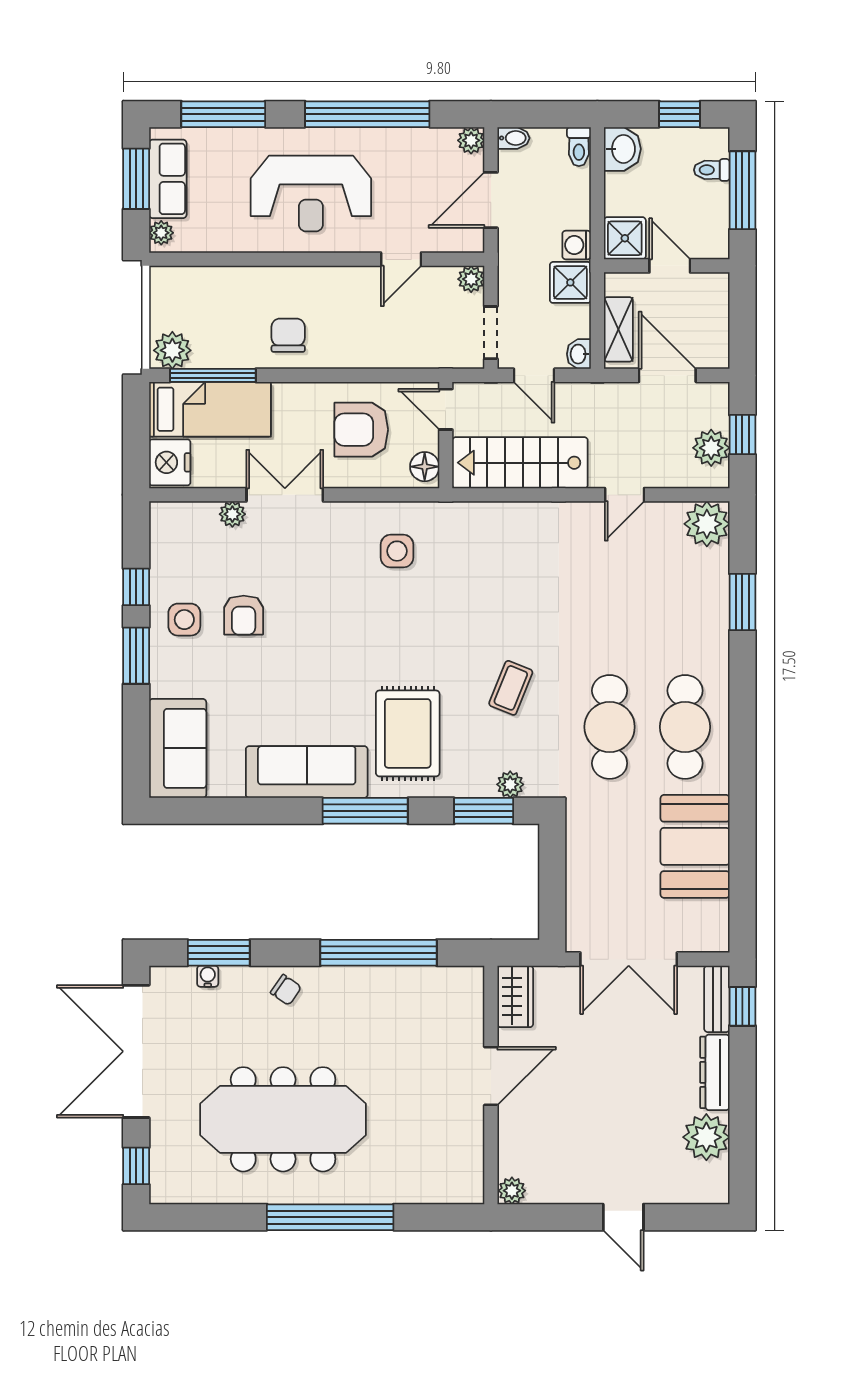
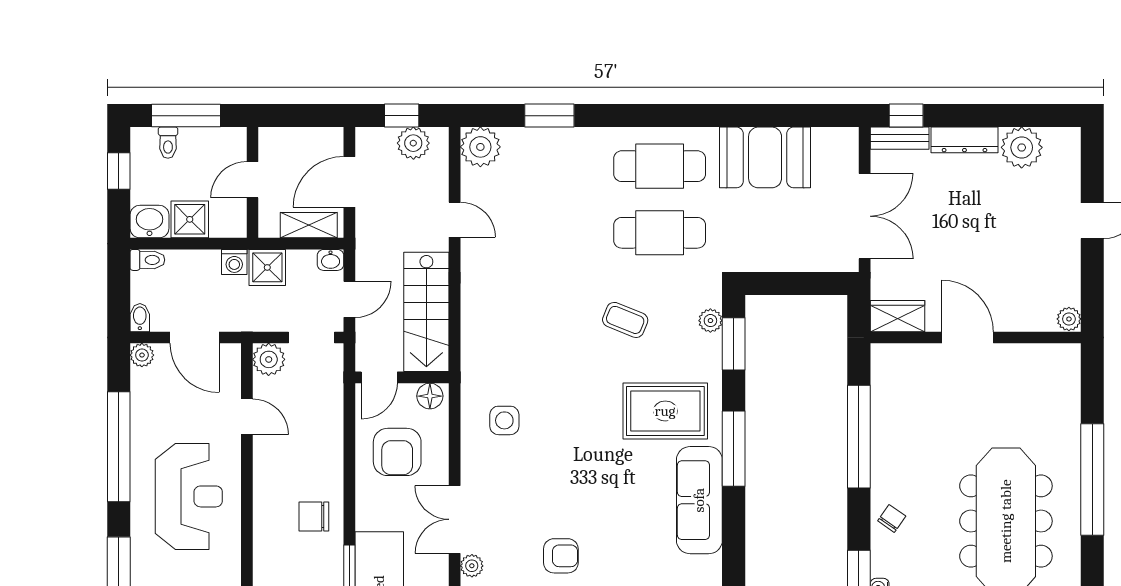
shower: (625, 238) -> (190, 219), moved
plant: (471, 279) -> (269, 359), width x1.38, depth x1.38

